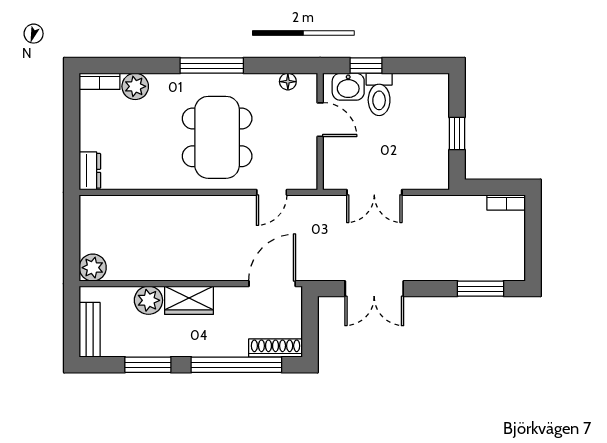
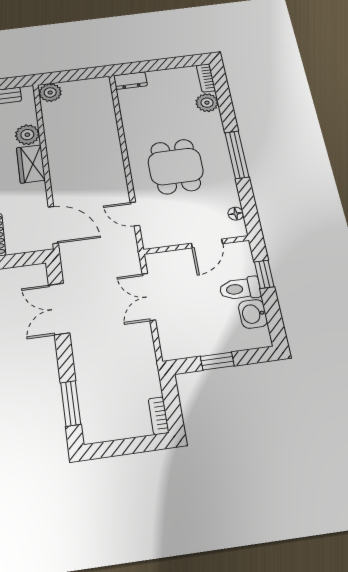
washbasin: (348, 87) -> (253, 314), moved
dining table: (217, 137) -> (176, 167), width x0.73

